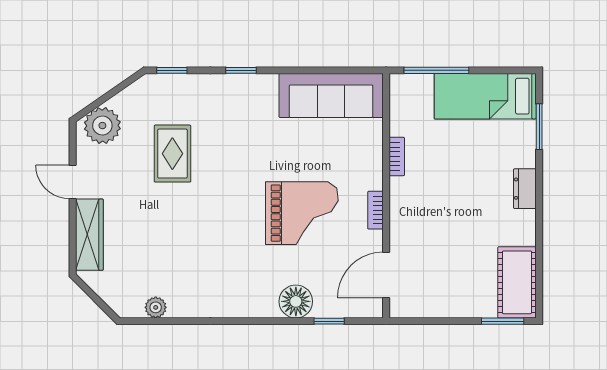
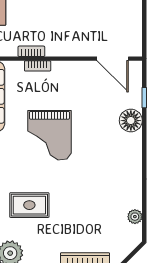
bookcase: (375, 210) -> (38, 66), moved
grand piano: (302, 213) -> (49, 135), moved, turned 180

